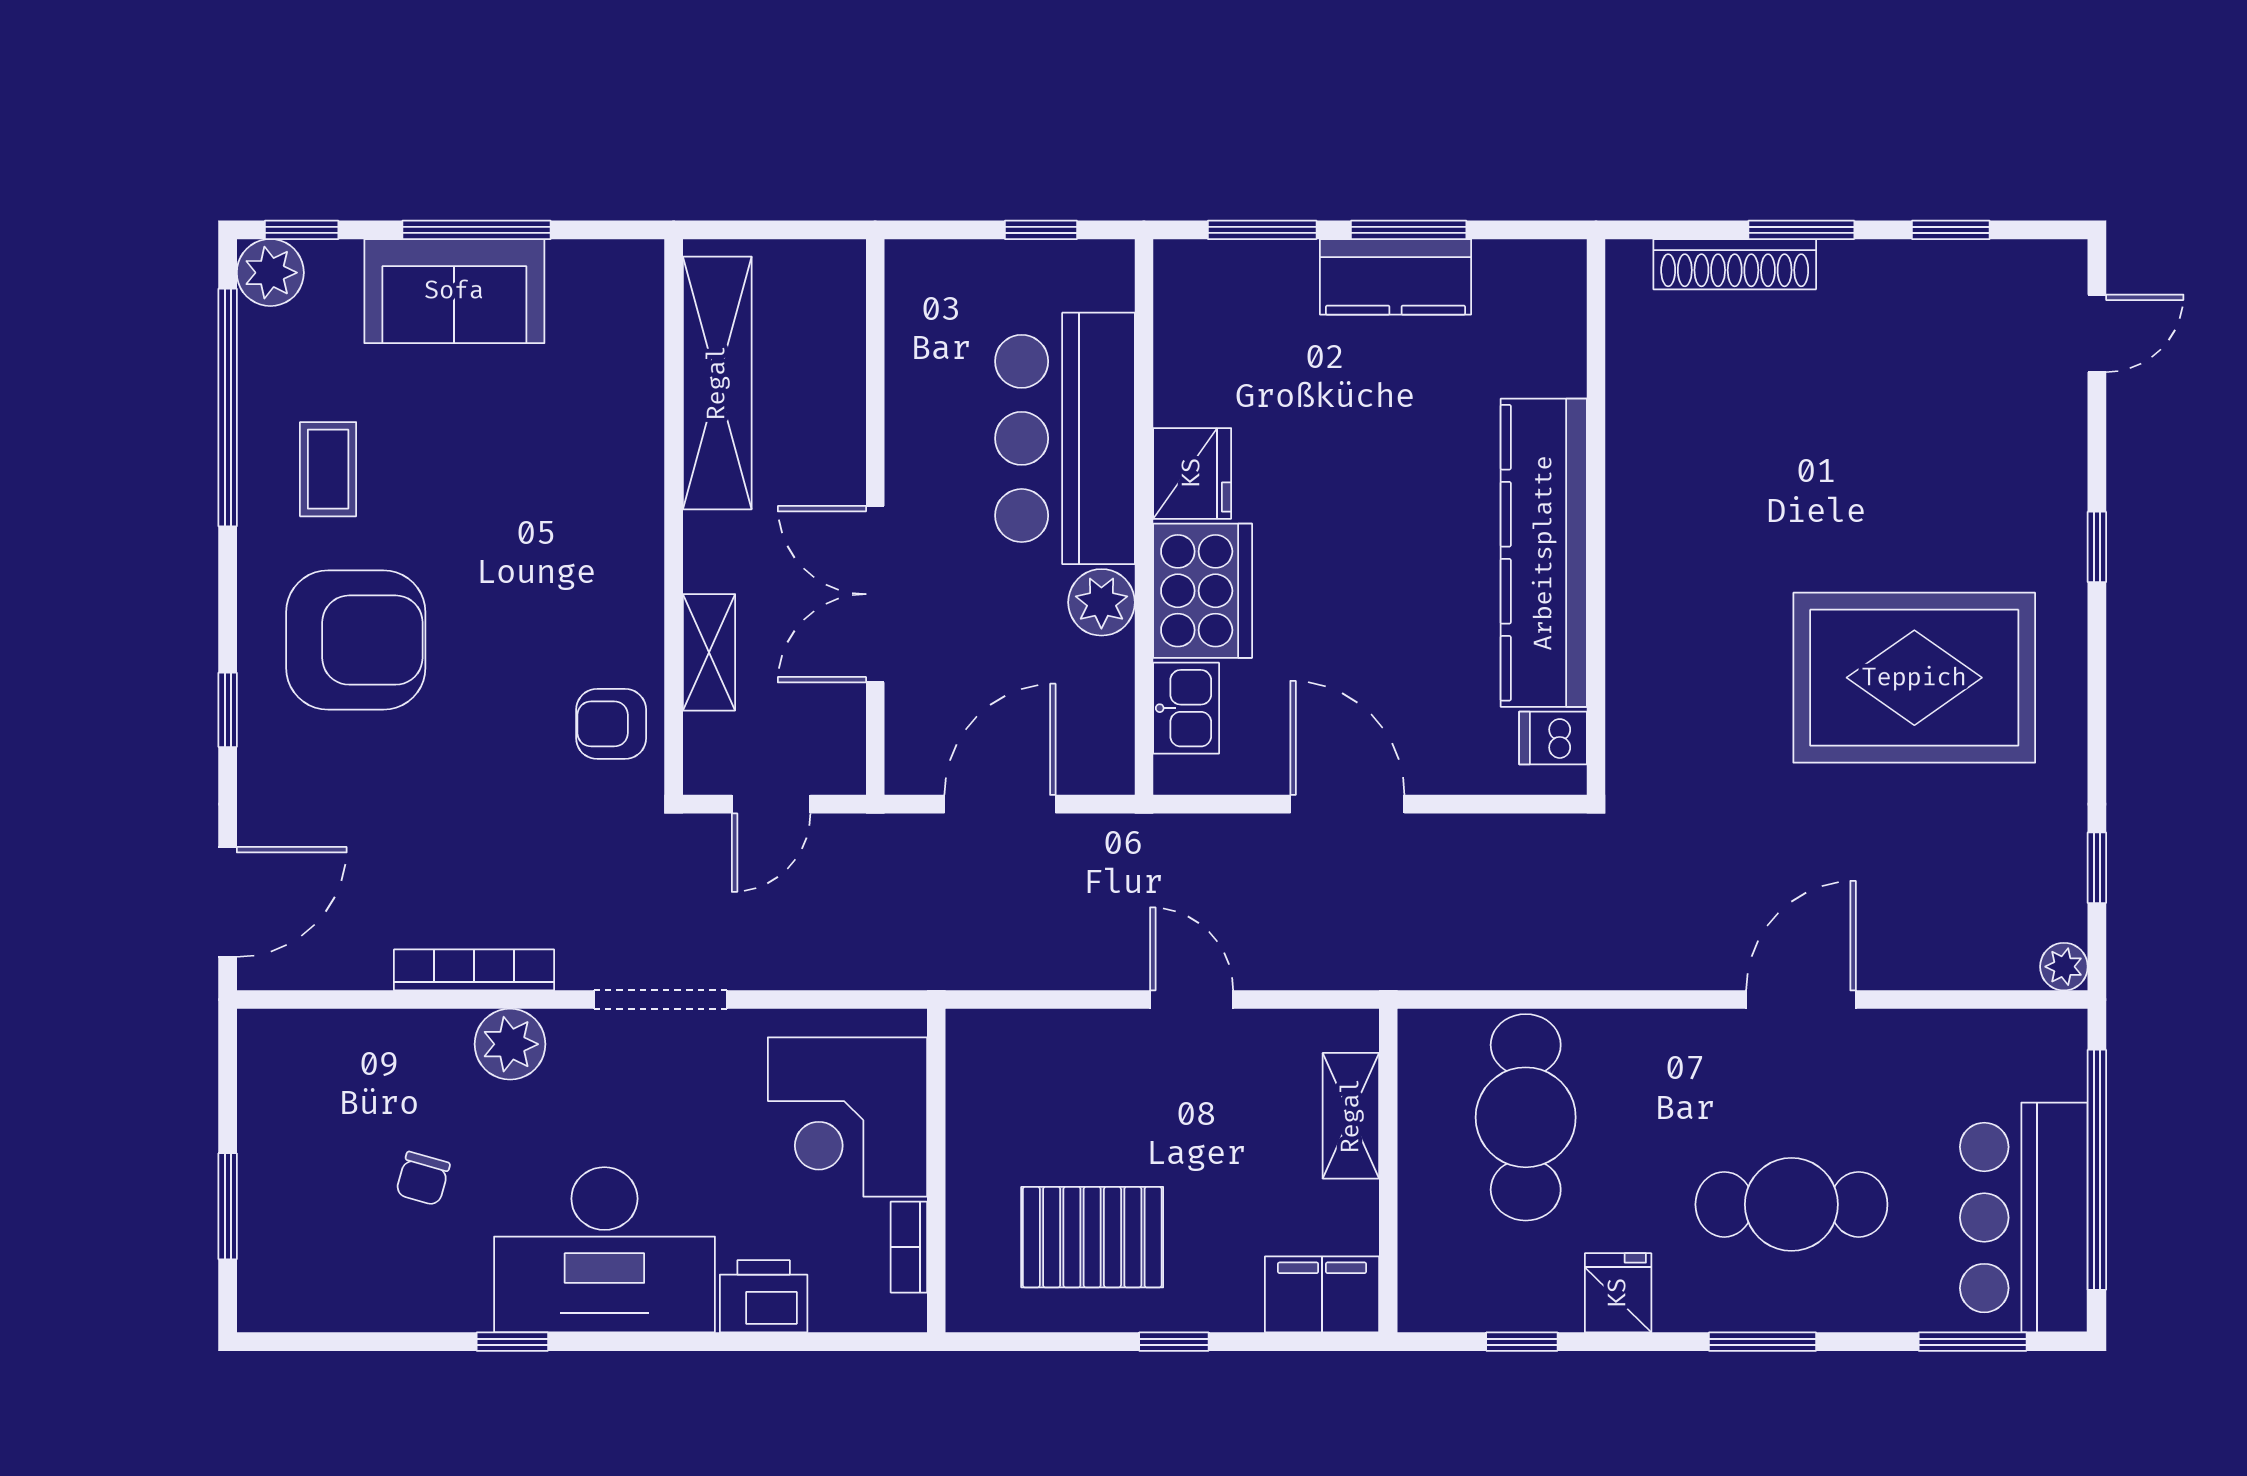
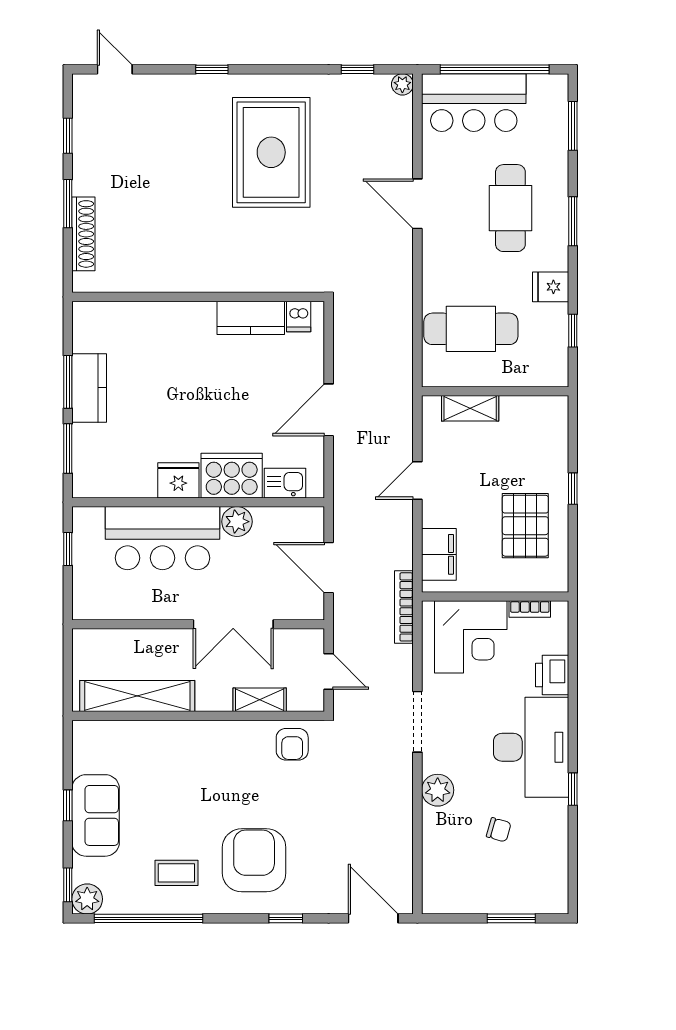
window: (477, 230) -> (68, 805), width x0.46
kitchen counter: (1544, 553) -> (251, 318), width x0.48, depth x0.86
bookcase: (474, 970) -> (404, 607), moved
bar counter: (2024, 1218) -> (474, 103), moved
filing cabinet: (1322, 1294) -> (439, 554), moved, turned 180

